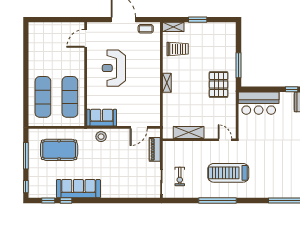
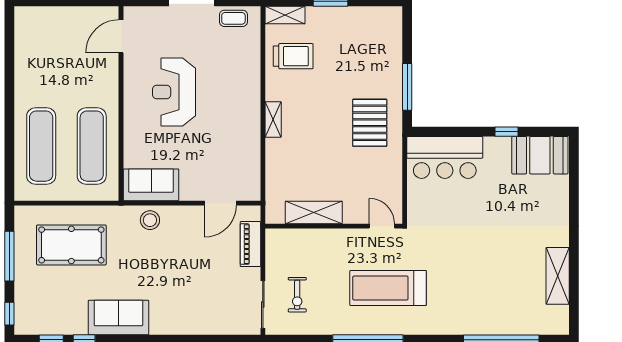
sofa: (78, 189) -> (118, 318), width x0.73

